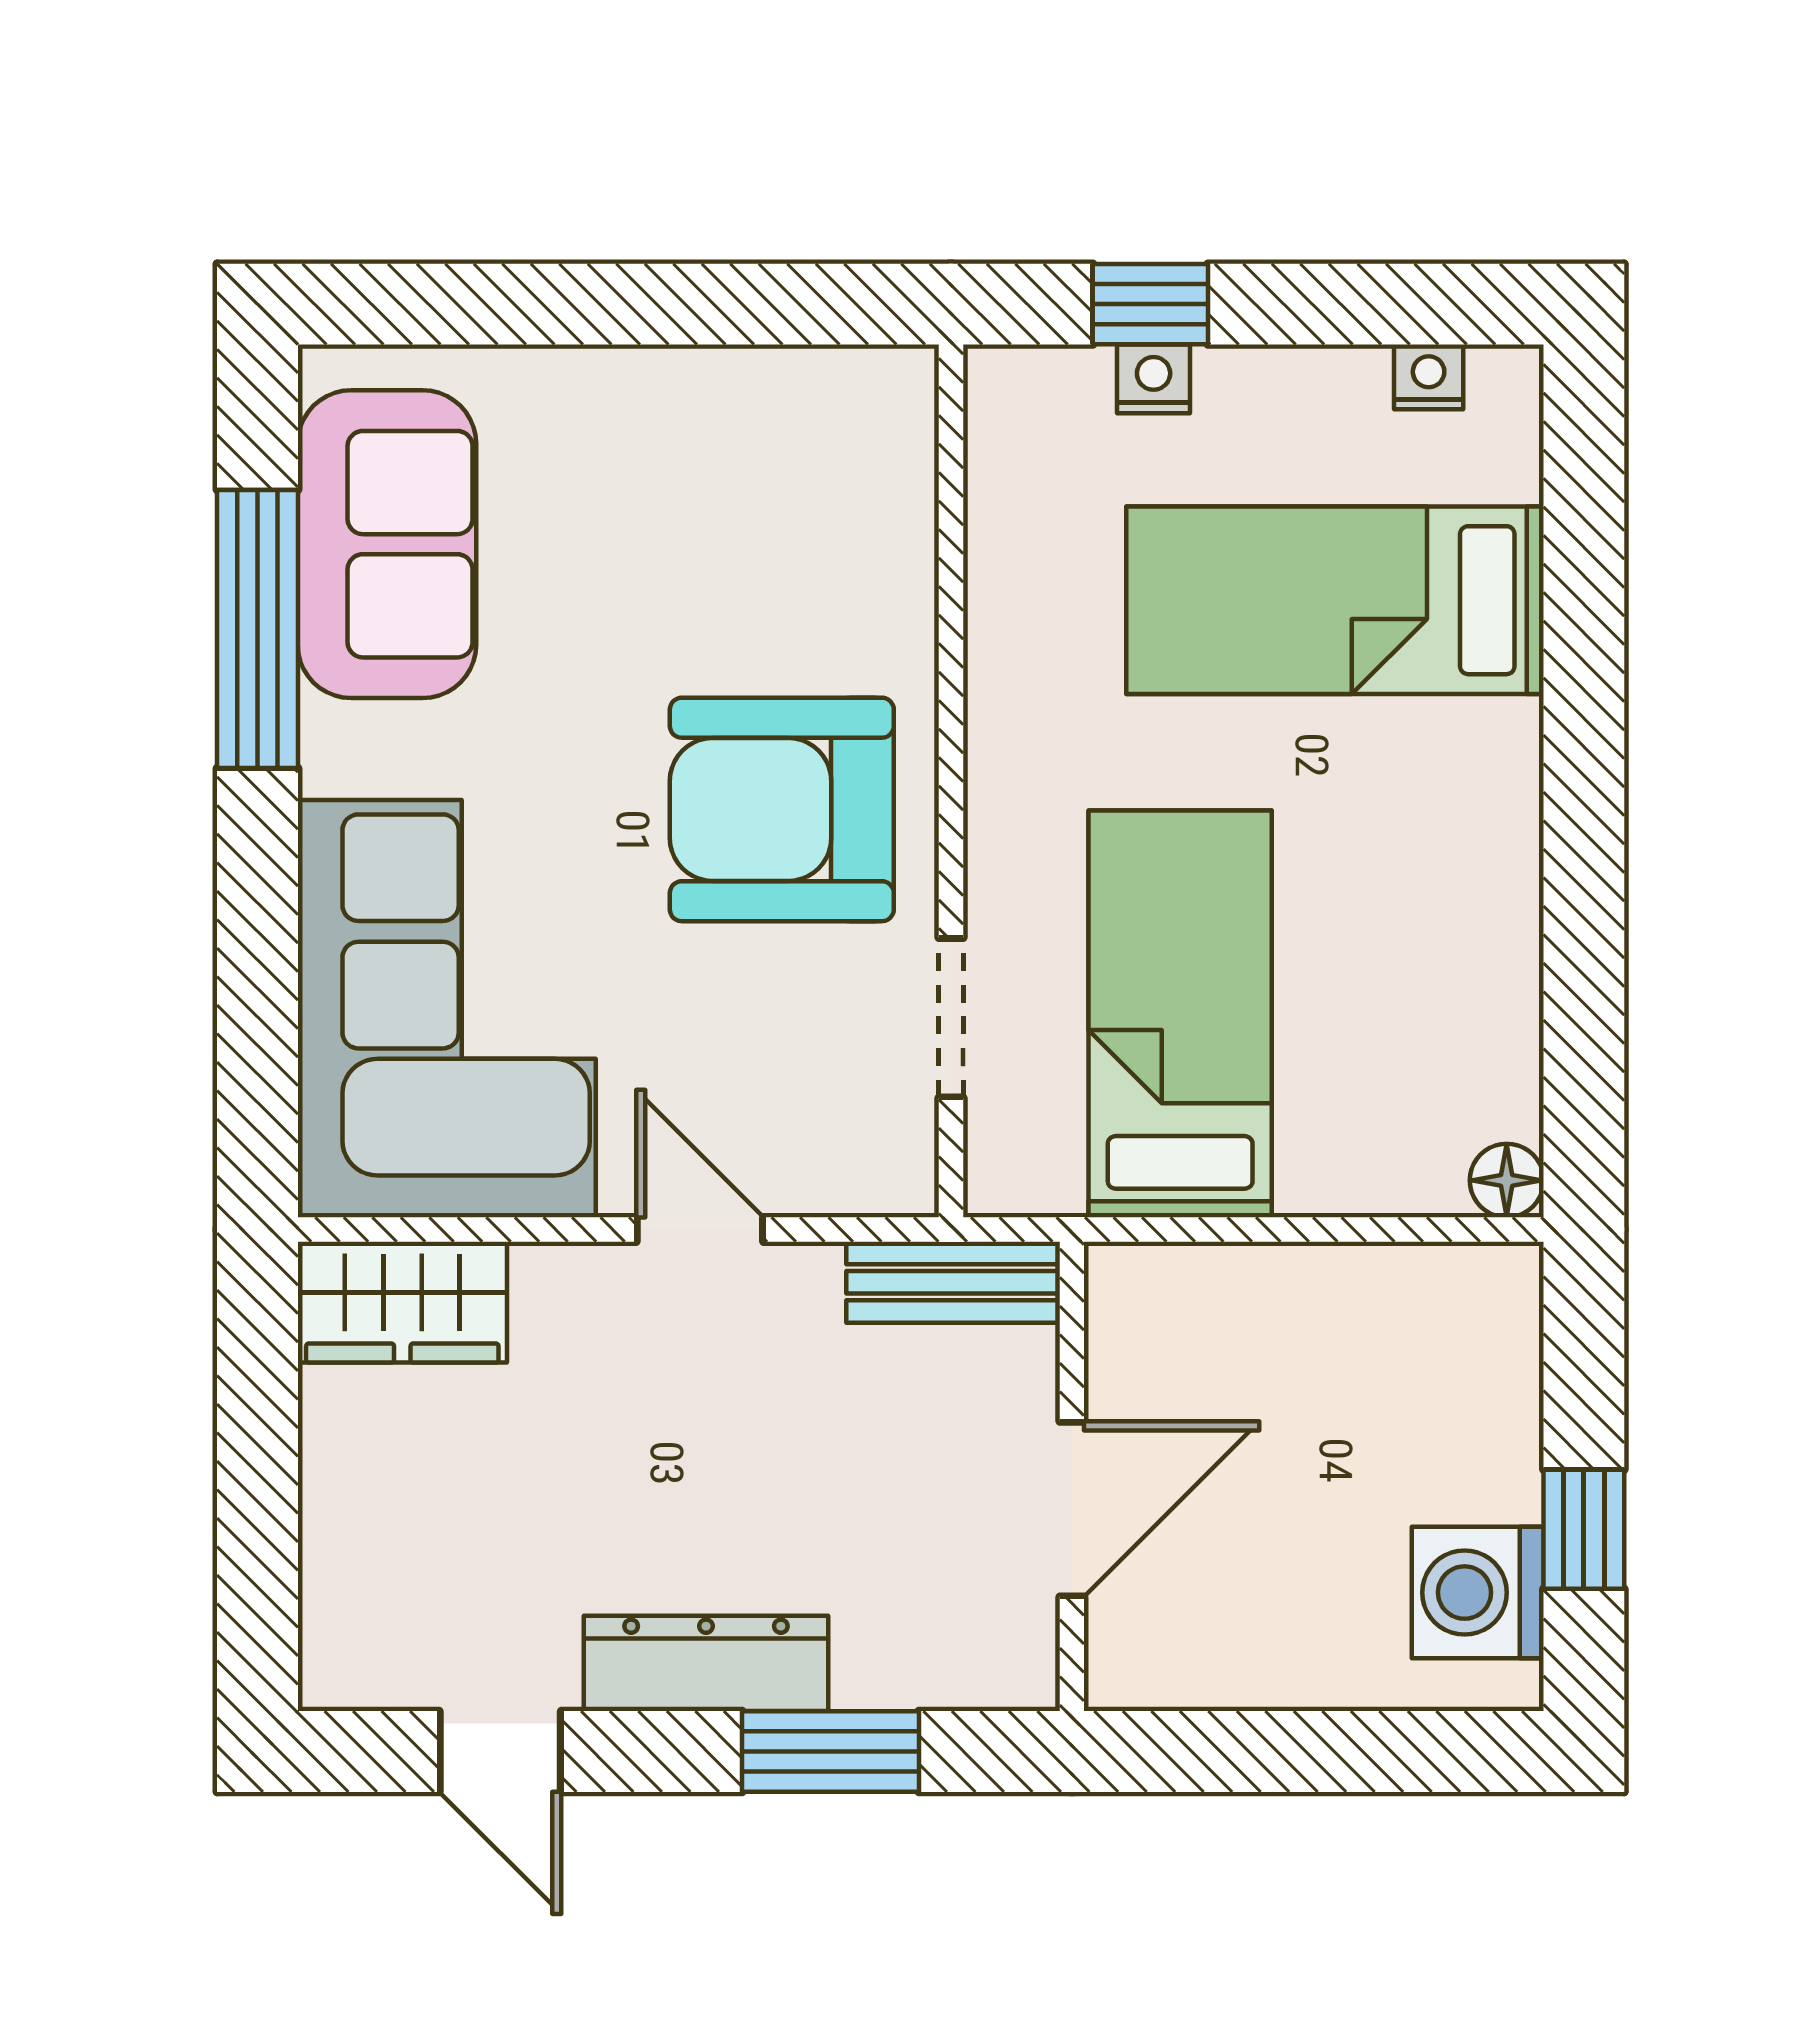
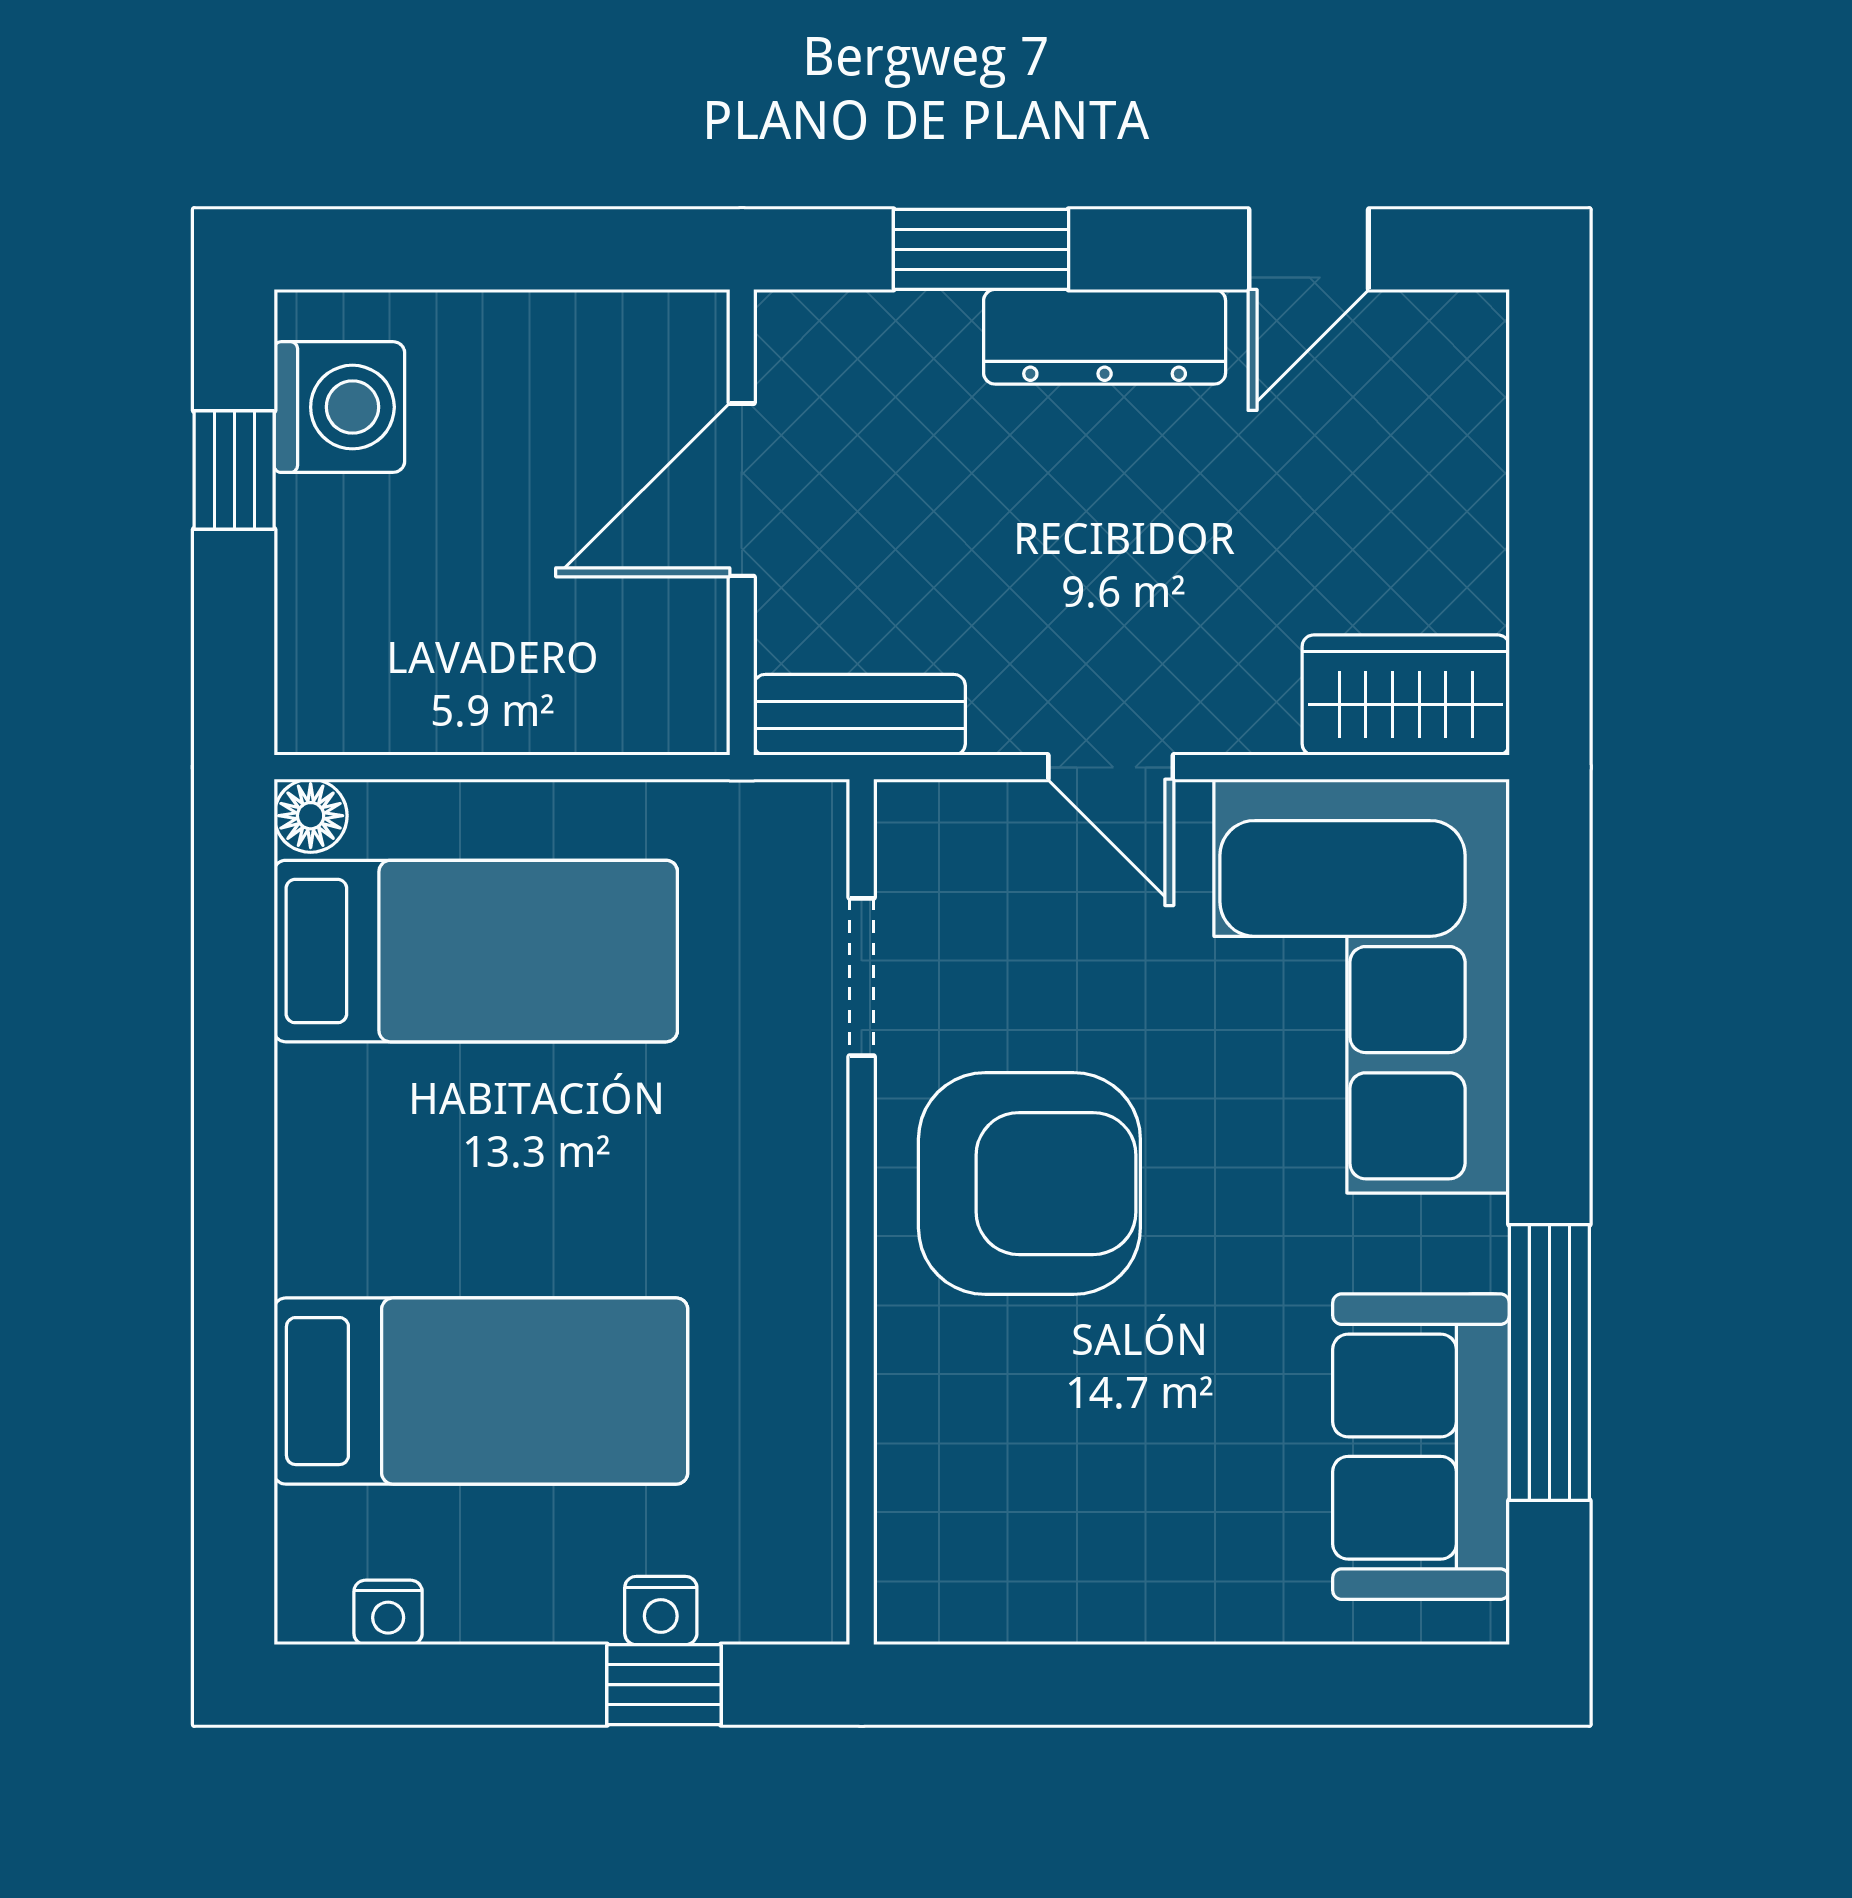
bed: (1180, 1014) -> (476, 951), moved, turned -90
door: (500, 1752) -> (1309, 249), swing flipped

